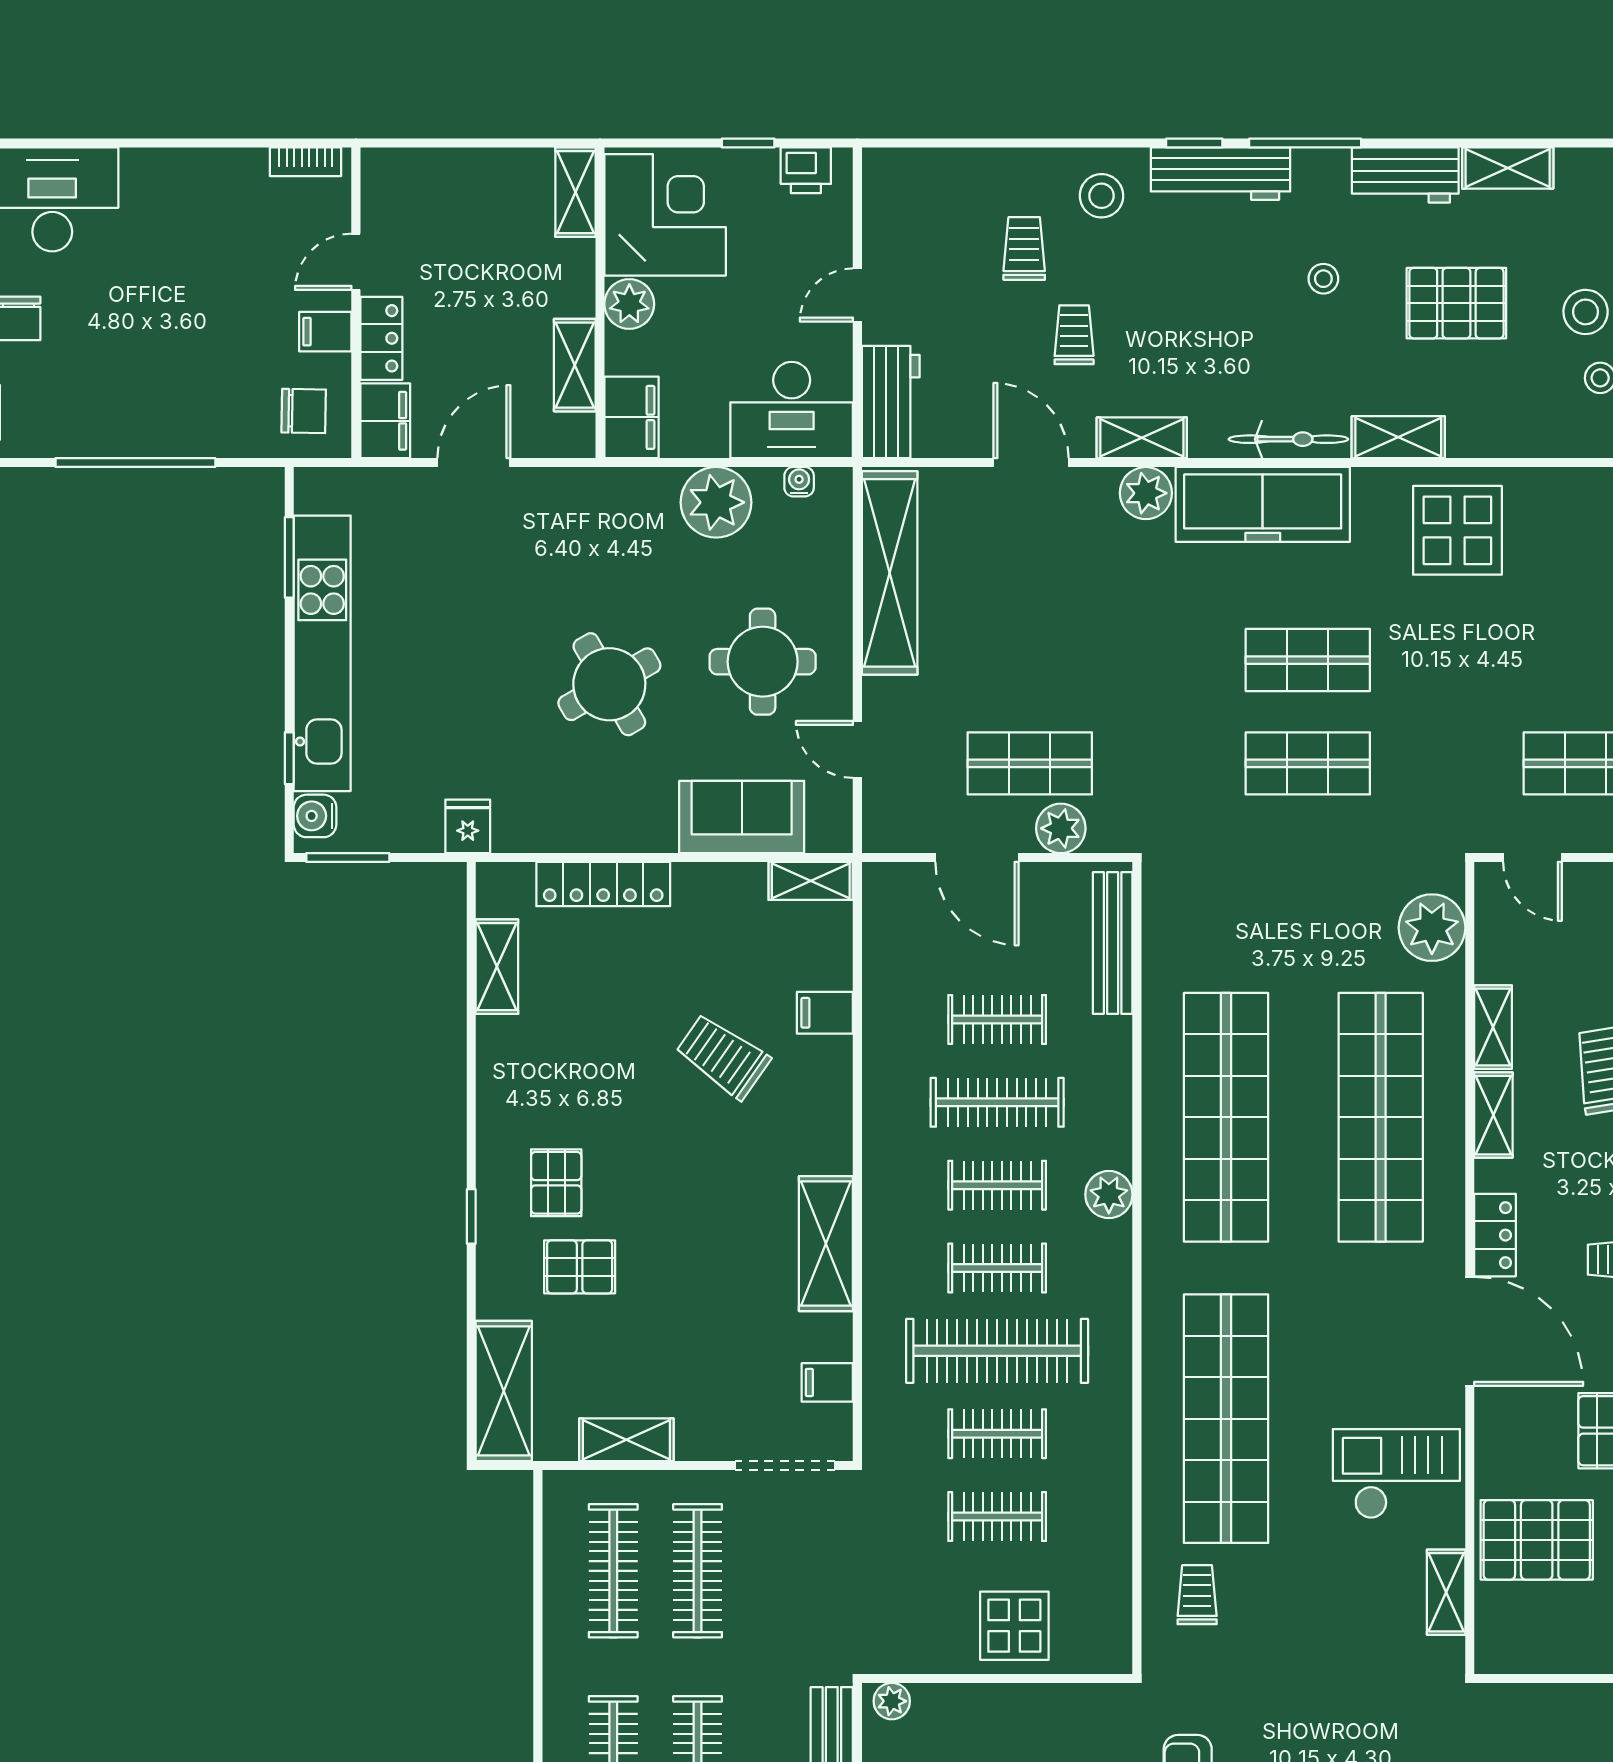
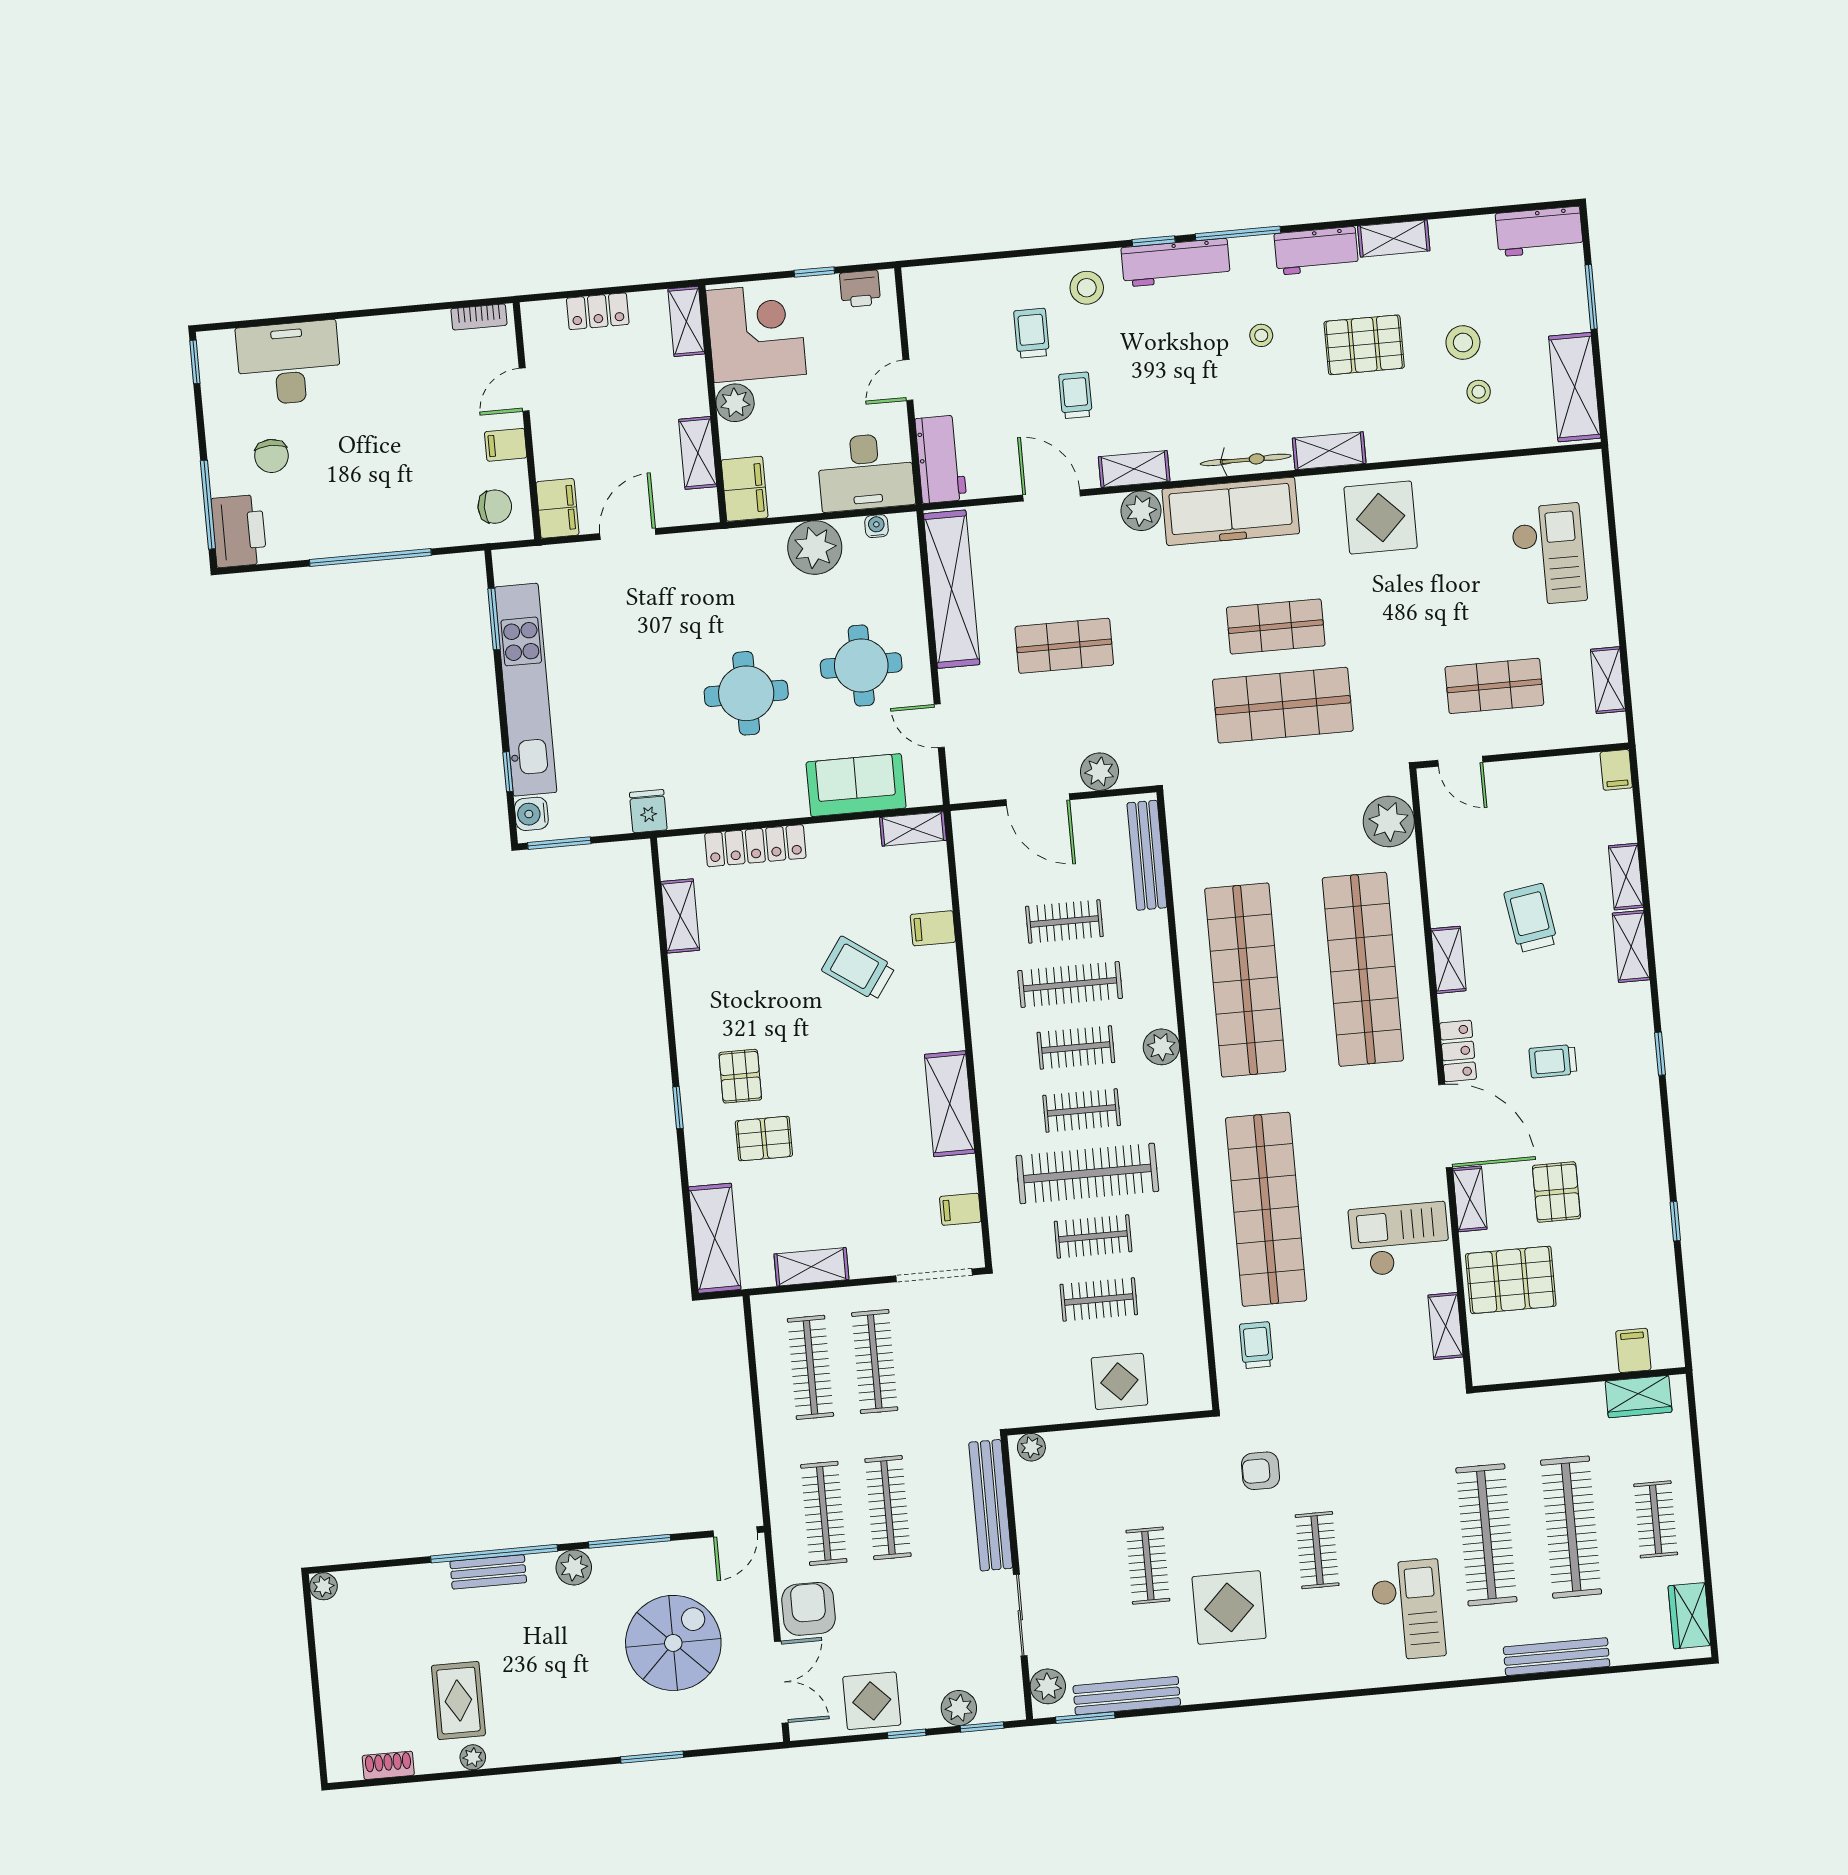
locker: (381, 338) -> (598, 311), moved, turned 90
round table: (609, 684) -> (746, 693), turned 30
shop shelf: (1030, 763) -> (1064, 646), moved
shop shelf: (1308, 763) -> (1283, 705), width x1.43, depth x1.36
shelving: (1493, 1027) -> (1470, 1199), moved

